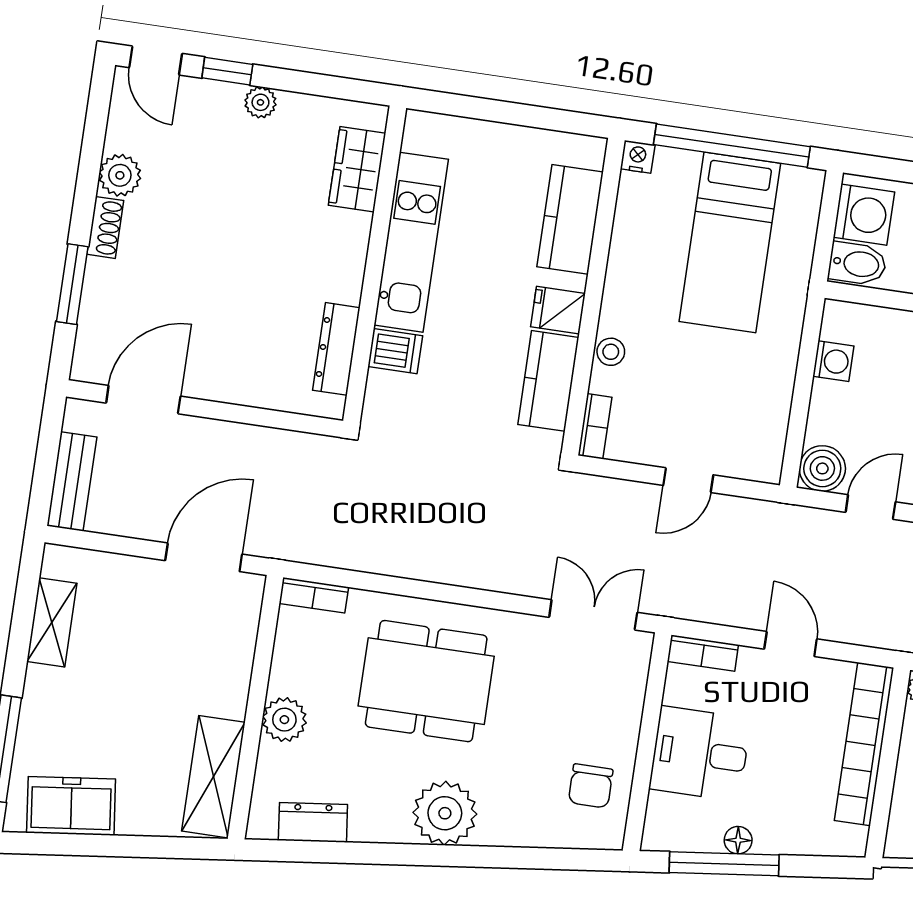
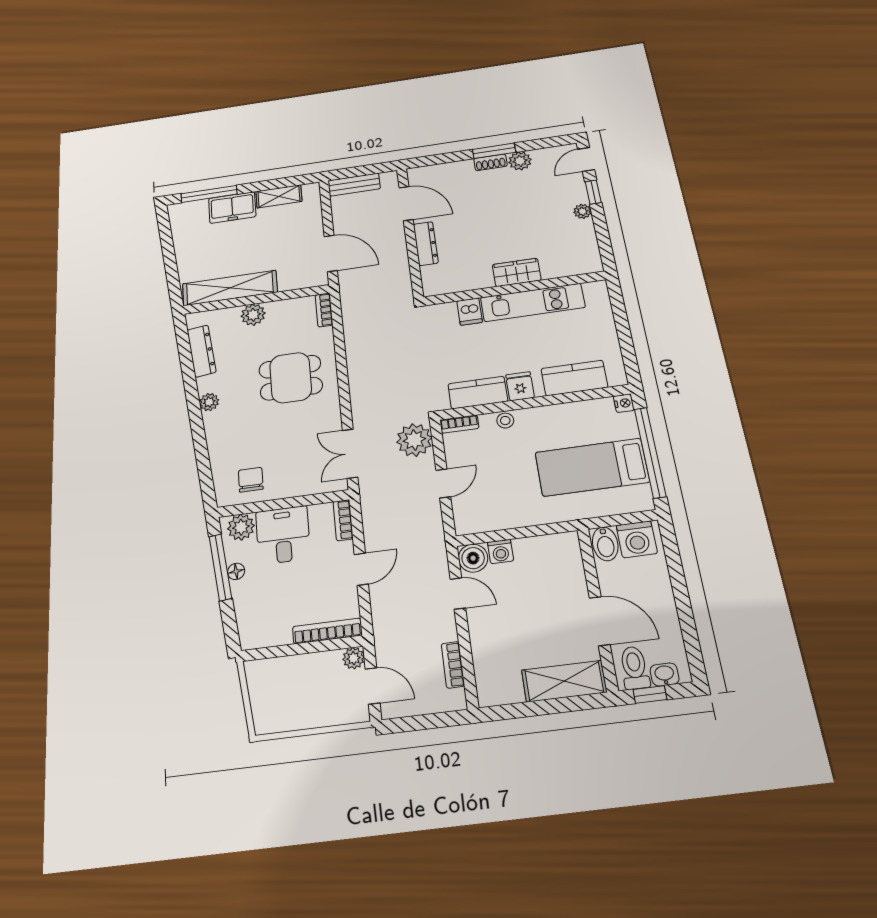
wardrobe: (357, 169) -> (517, 272), moved
window: (72, 284) -> (494, 151), moved
dresser: (336, 349) -> (426, 244), moved, turned 90
washing machine: (833, 361) -> (501, 552), moved
door: (688, 480) -> (443, 483), swing flipped
plant: (601, 506) -> (414, 440), added
double door: (593, 615) -> (350, 454), swing flipped
dining table: (426, 681) -> (291, 378), width x0.73
bookcase: (864, 744) -> (327, 631), width x0.68, depth x0.76
shelving: (213, 777) -> (230, 288), width x1.47
chair: (591, 786) -> (251, 480), turned 90
freezer: (71, 806) -> (232, 208), moved, turned 97
plant: (445, 813) -> (209, 402), width x0.53, depth x0.53
plant: (667, 818) -> (241, 527), added
dresser: (313, 822) -> (202, 351), width x1.44

